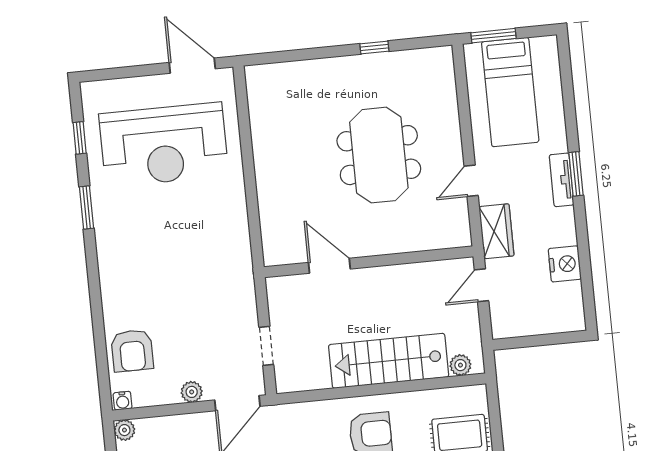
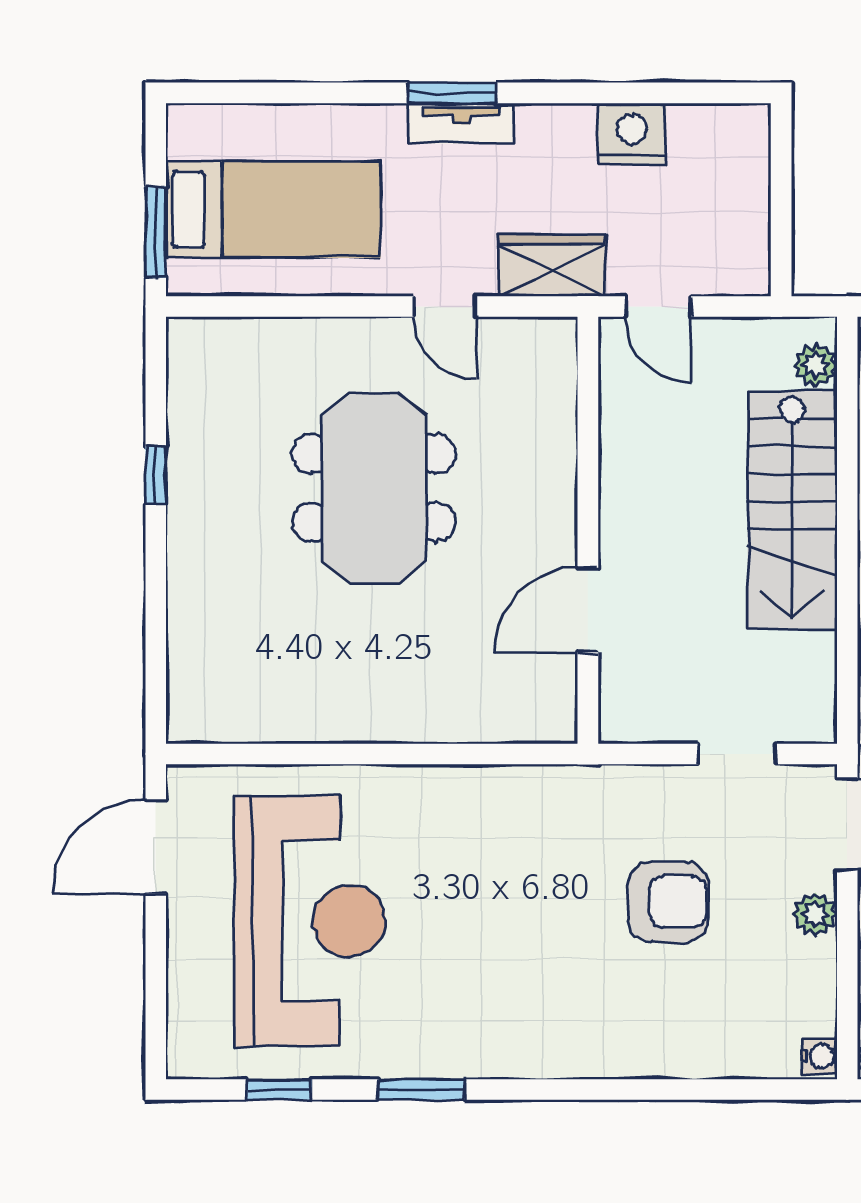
meeting table: (379, 155) -> (374, 488), turned 90
armchair: (132, 351) -> (668, 902), moved

